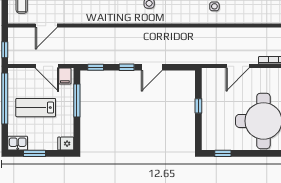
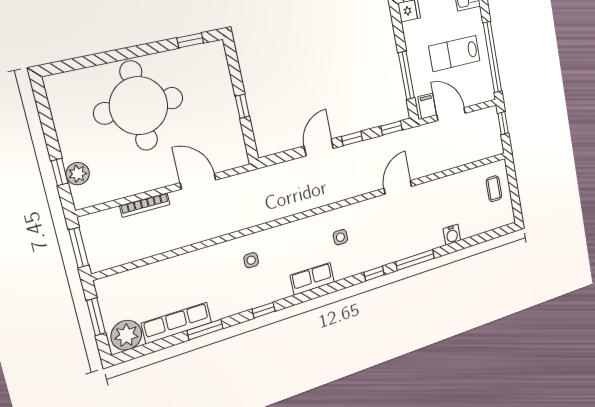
door: (46, 26) -> (398, 187), moved
door: (238, 66) -> (198, 181), hinge flipped
lab bench: (36, 108) -> (455, 53), turned 180

